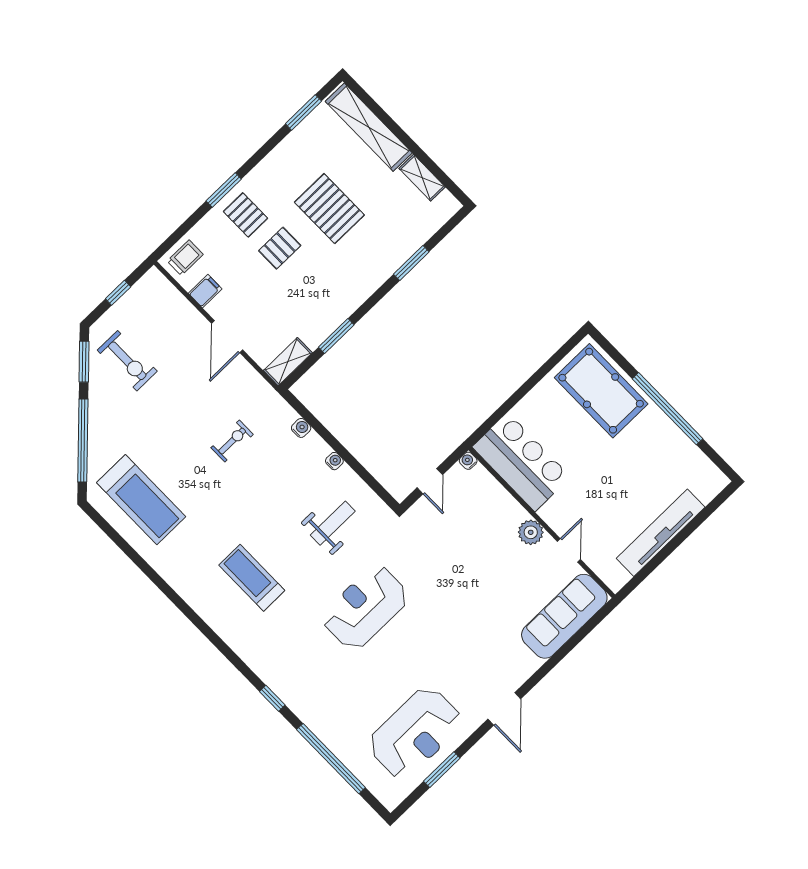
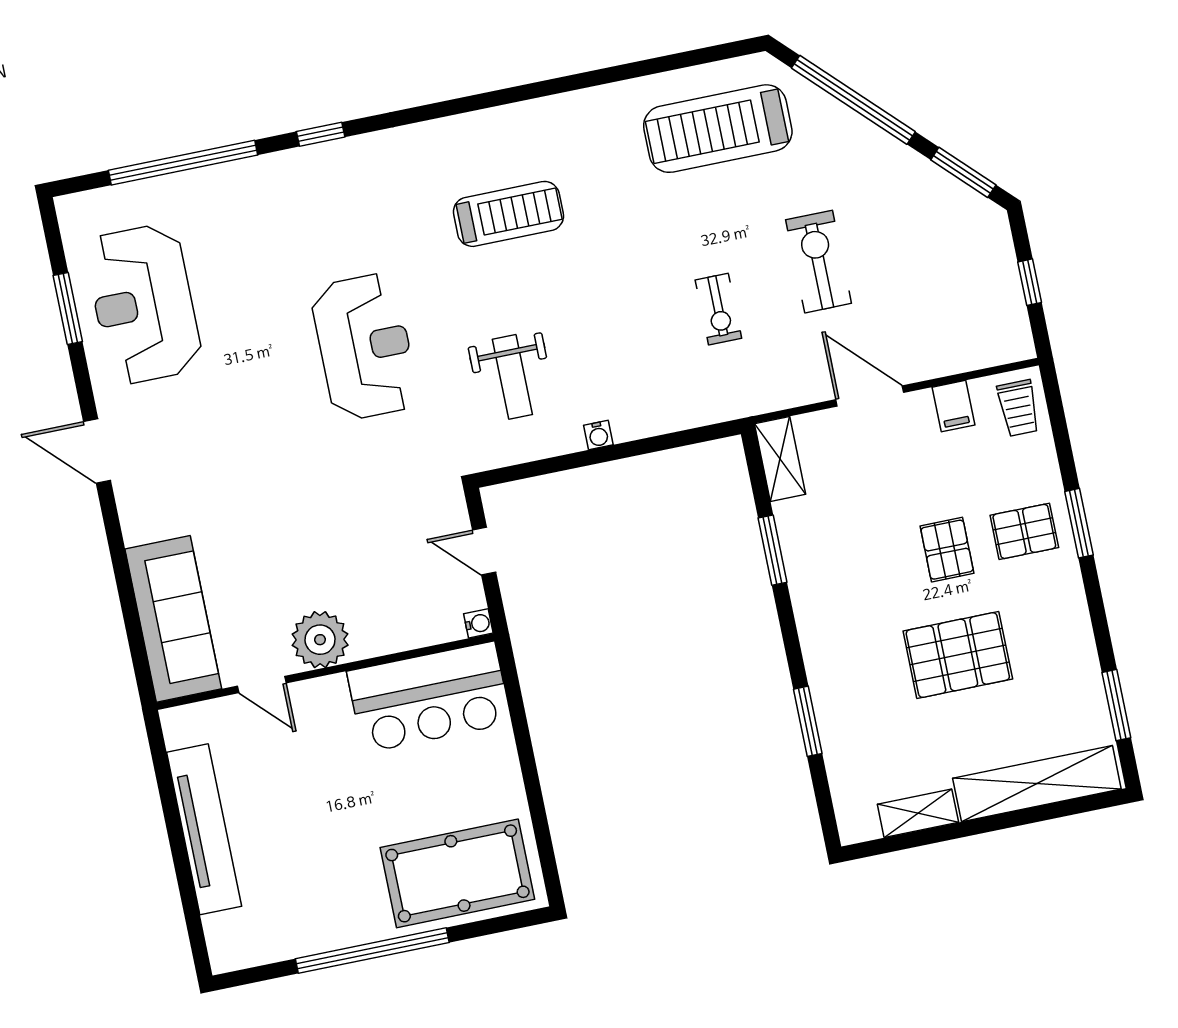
exercise bike: (127, 361) -> (819, 262), moved, turned 90
water cooler: (301, 428) -> (675, 418), removed
plant: (531, 532) -> (320, 640), width x1.36, depth x1.36

